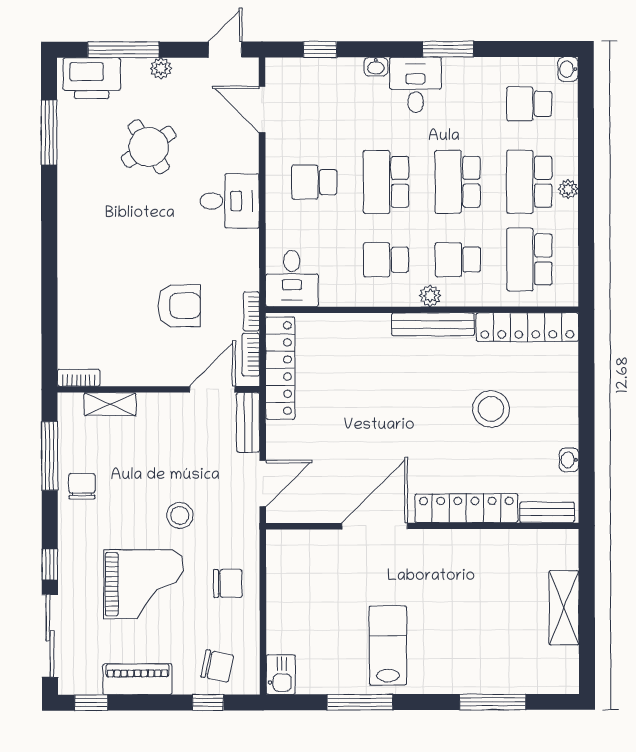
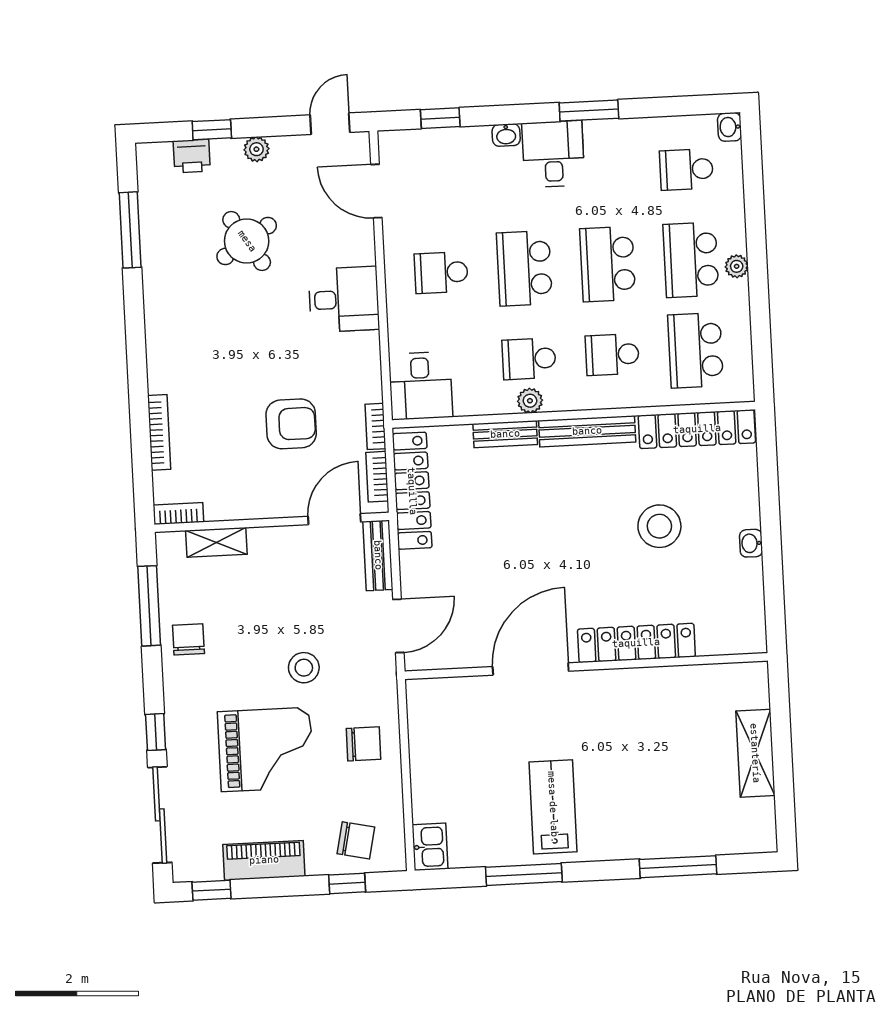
window: (123, 50) -> (212, 130), width x0.46
printer: (92, 78) -> (192, 156), width x0.53, depth x0.68
plant: (430, 296) -> (530, 401), moved
bookcase: (66, 307) -> (159, 432), added
washbasin: (569, 460) -> (751, 543), moved
bench: (547, 512) -> (505, 434), moved

